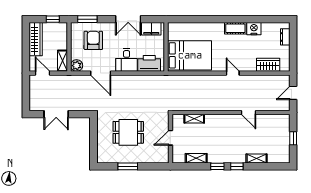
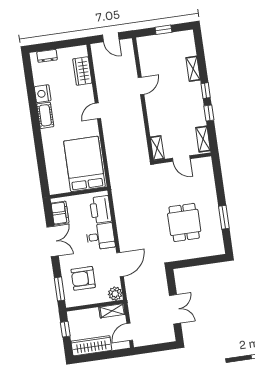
door: (170, 138) -> (181, 159), moved
wall: (170, 139) -> (182, 158), moved

